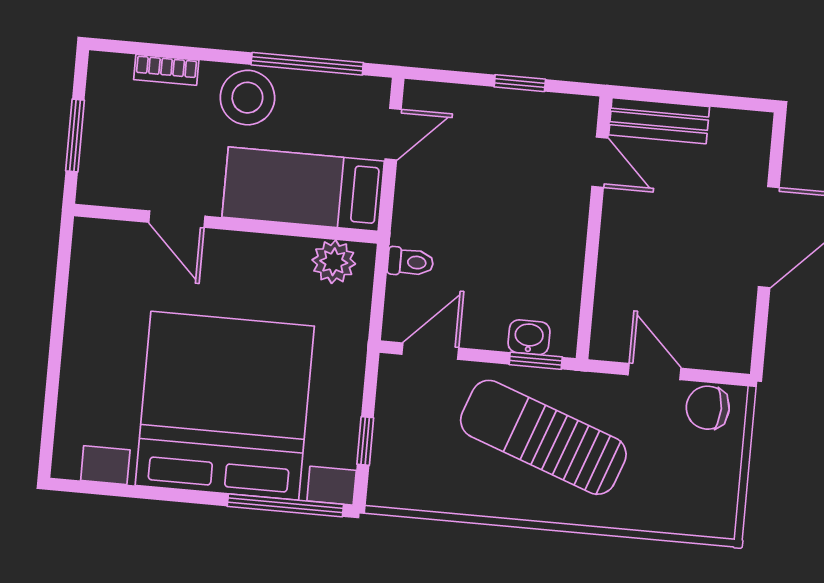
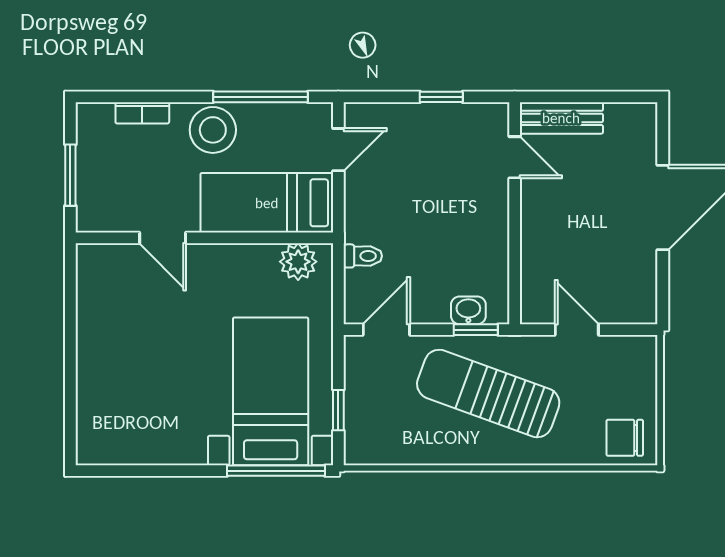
bed with nightstands: (225, 406) -> (271, 391), width x0.54
chair: (708, 408) -> (625, 438), moved

